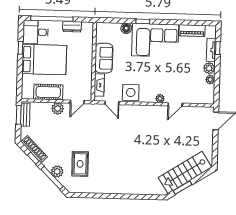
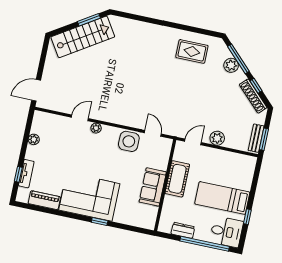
floor lamp: (126, 28) -> (120, 217), removed
bed: (44, 60) -> (222, 198), width x0.67
plant: (209, 68) -> (33, 153), removed
fireplace: (99, 85) -> (164, 157), removed
cot: (48, 92) -> (177, 179), moved, turned 90
rug: (80, 164) -> (192, 51), moved, turned 90

